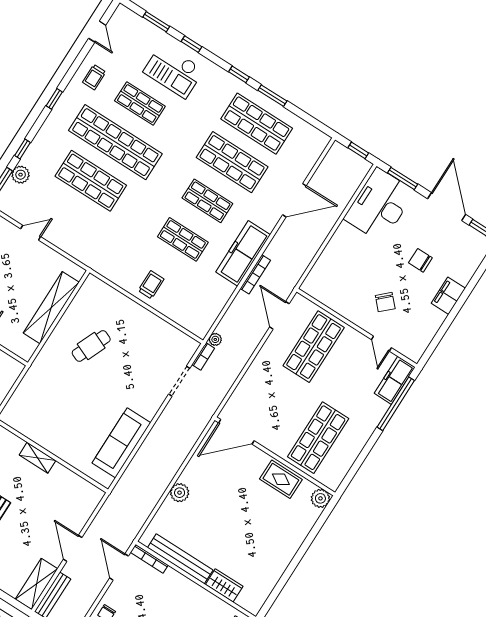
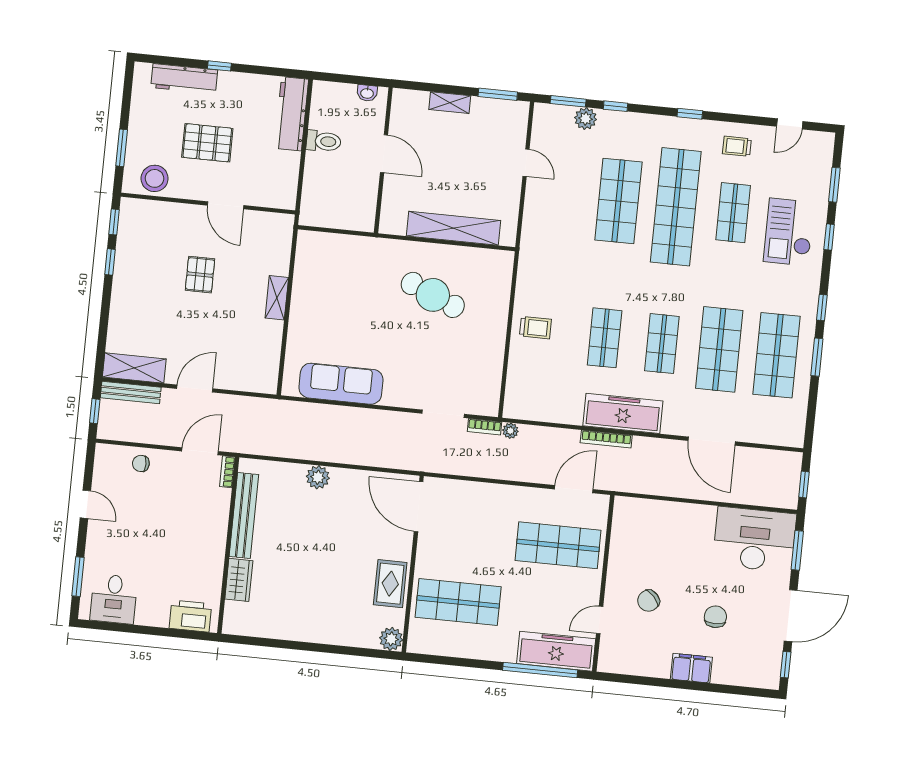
cafe table: (91, 346) -> (433, 295), width x1.37, depth x1.35
freezer: (395, 380) -> (556, 651), width x1.36, depth x1.26
bookcase: (149, 559) -> (227, 472), width x0.64

